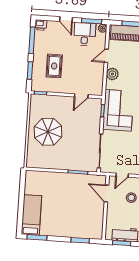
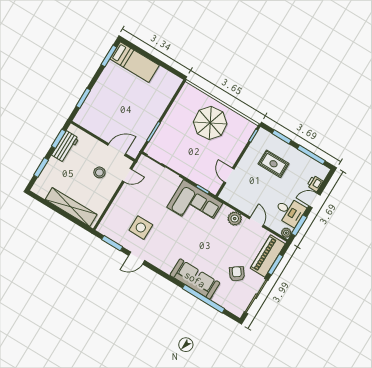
printer: (41, 25) -> (315, 184), moved
door: (122, 175) -> (127, 175), swing flipped

